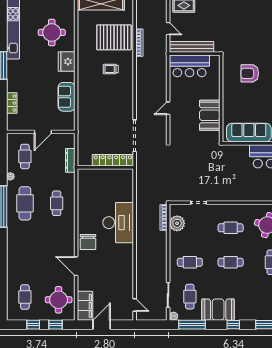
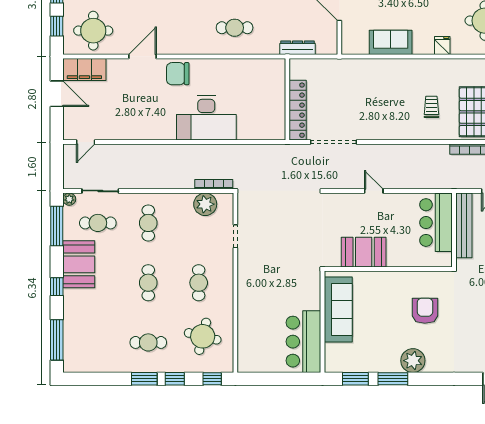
fridge: (67, 62) -> (442, 46), width x0.53, depth x0.75

